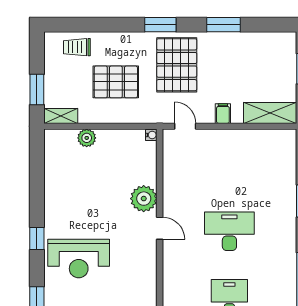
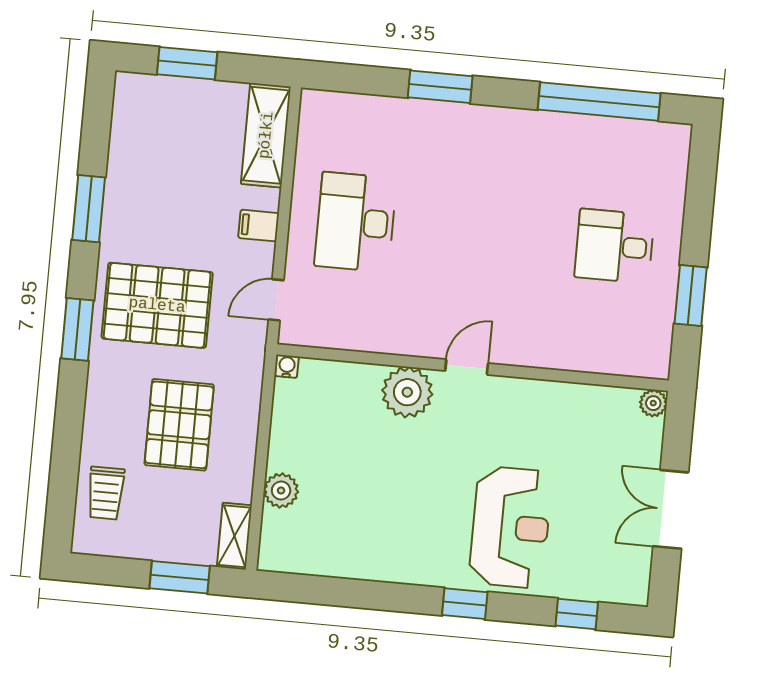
desk: (229, 231) -> (356, 222), moved

